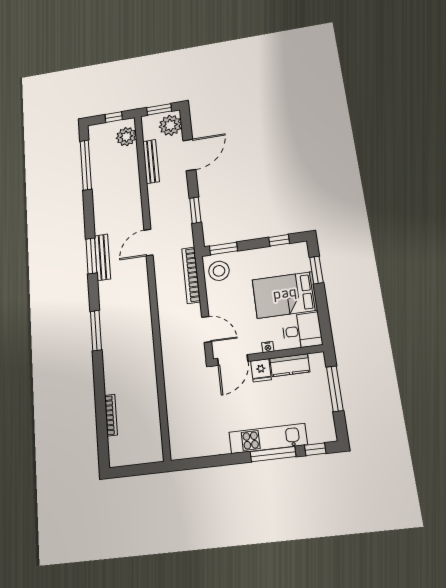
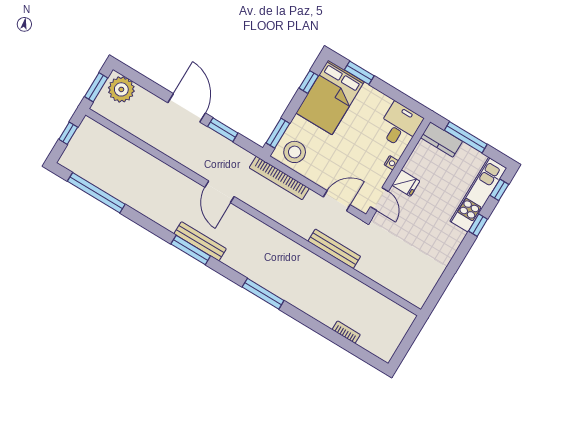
plant: (126, 137) -> (99, 136), removed
door: (189, 155) -> (187, 108), moved
bench: (151, 161) -> (334, 249), moved
bed: (285, 295) -> (330, 97), moved
door: (233, 360) -> (379, 199), width x0.73
kitchen counter: (290, 365) -> (442, 140), moved, turned 90
bookcase: (111, 415) -> (346, 332), width x0.64
kitchen unit: (268, 438) -> (478, 195), moved
window: (273, 454) -> (478, 225), width x0.46

